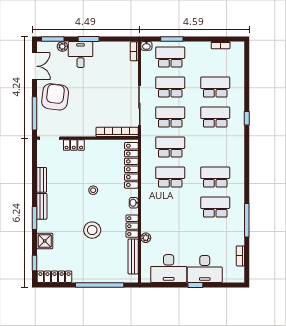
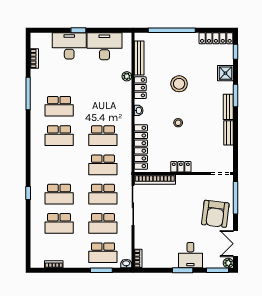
plant: (62, 46) -> (228, 263), moved
locker: (74, 145) -> (181, 167), moved

